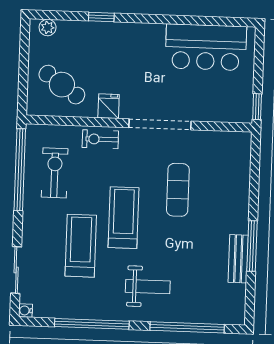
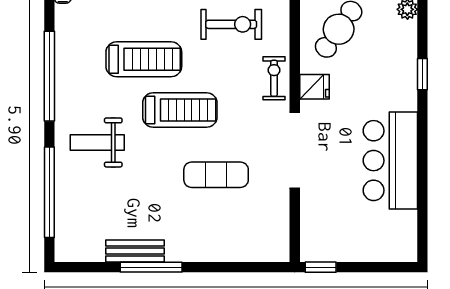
bar counter: (206, 47) -> (390, 161), moved
weight bench: (148, 287) -> (97, 142), turned 90

